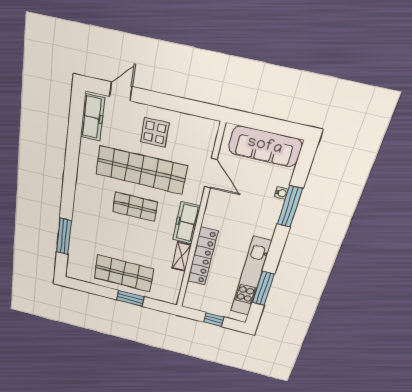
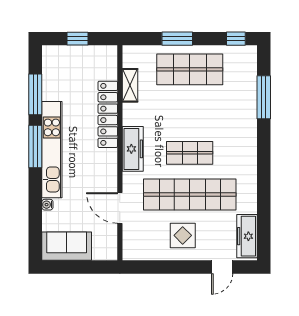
sofa: (265, 146) -> (67, 246), width x0.73
window: (290, 207) -> (35, 147), moved
shelving: (181, 257) -> (130, 85), moved
kitchen unit: (251, 277) -> (52, 150), moved
window: (82, 286) -> (236, 39), added

